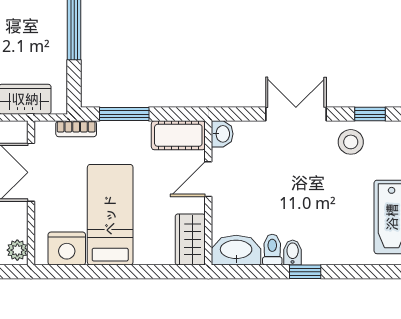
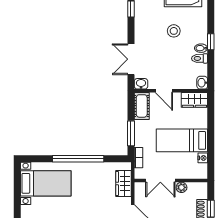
double door: (296, 114) -> (131, 59), moved
stool: (351, 142) -> (174, 31), moved
nightstand: (67, 249) -> (203, 158), width x0.53, depth x0.56
plant: (17, 250) -> (181, 187), moved
washbasin: (236, 250) -> (202, 83), width x0.52, depth x0.69

